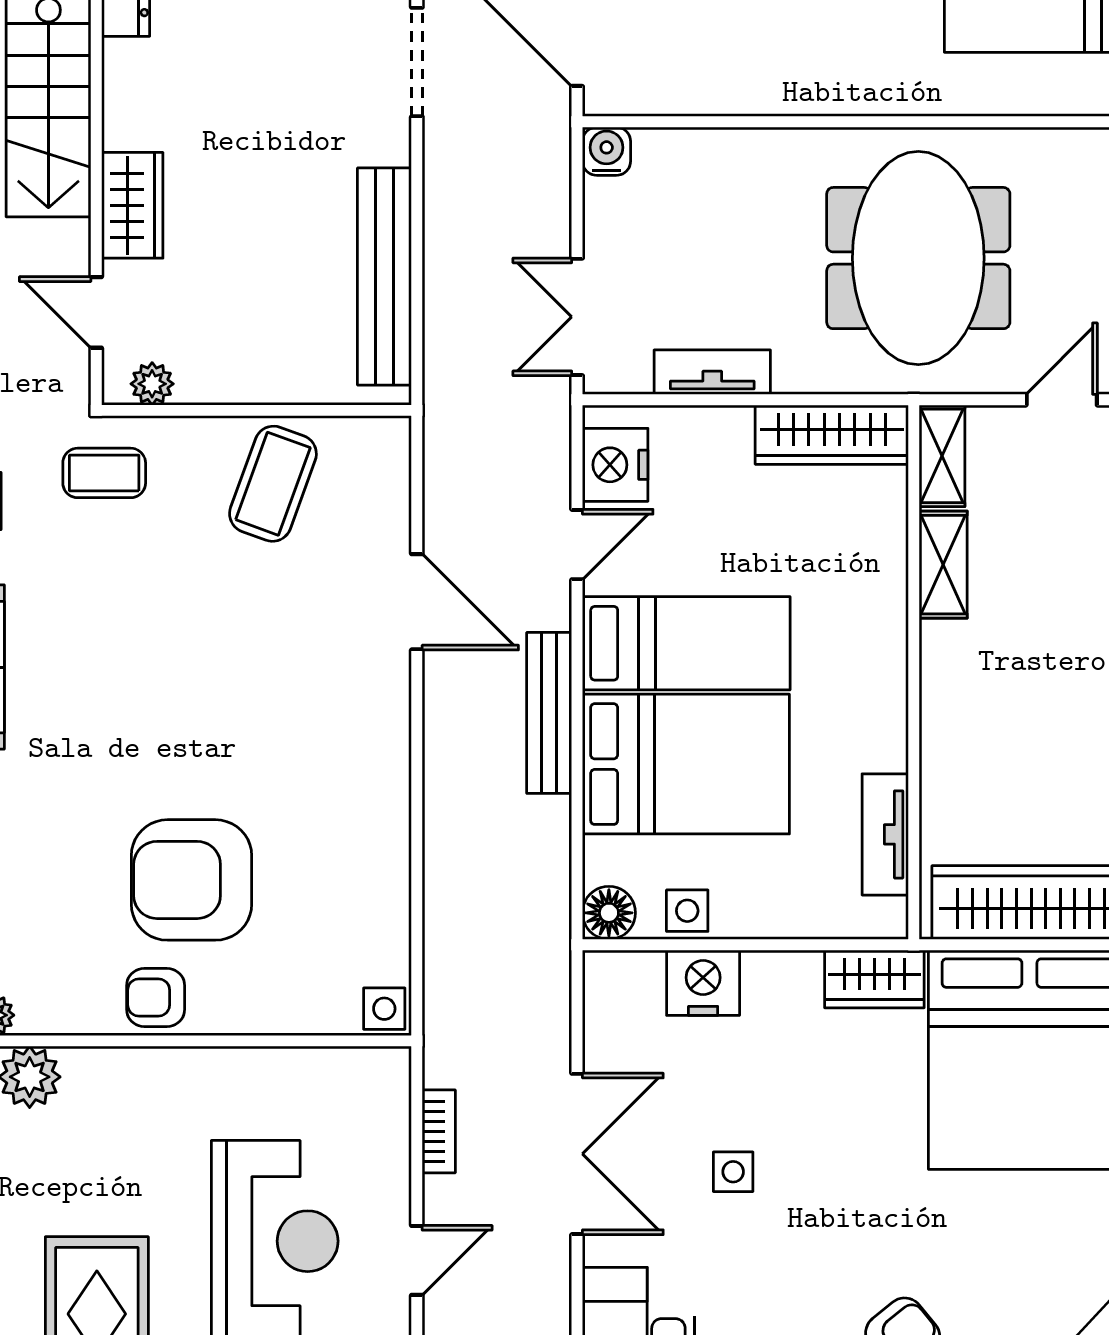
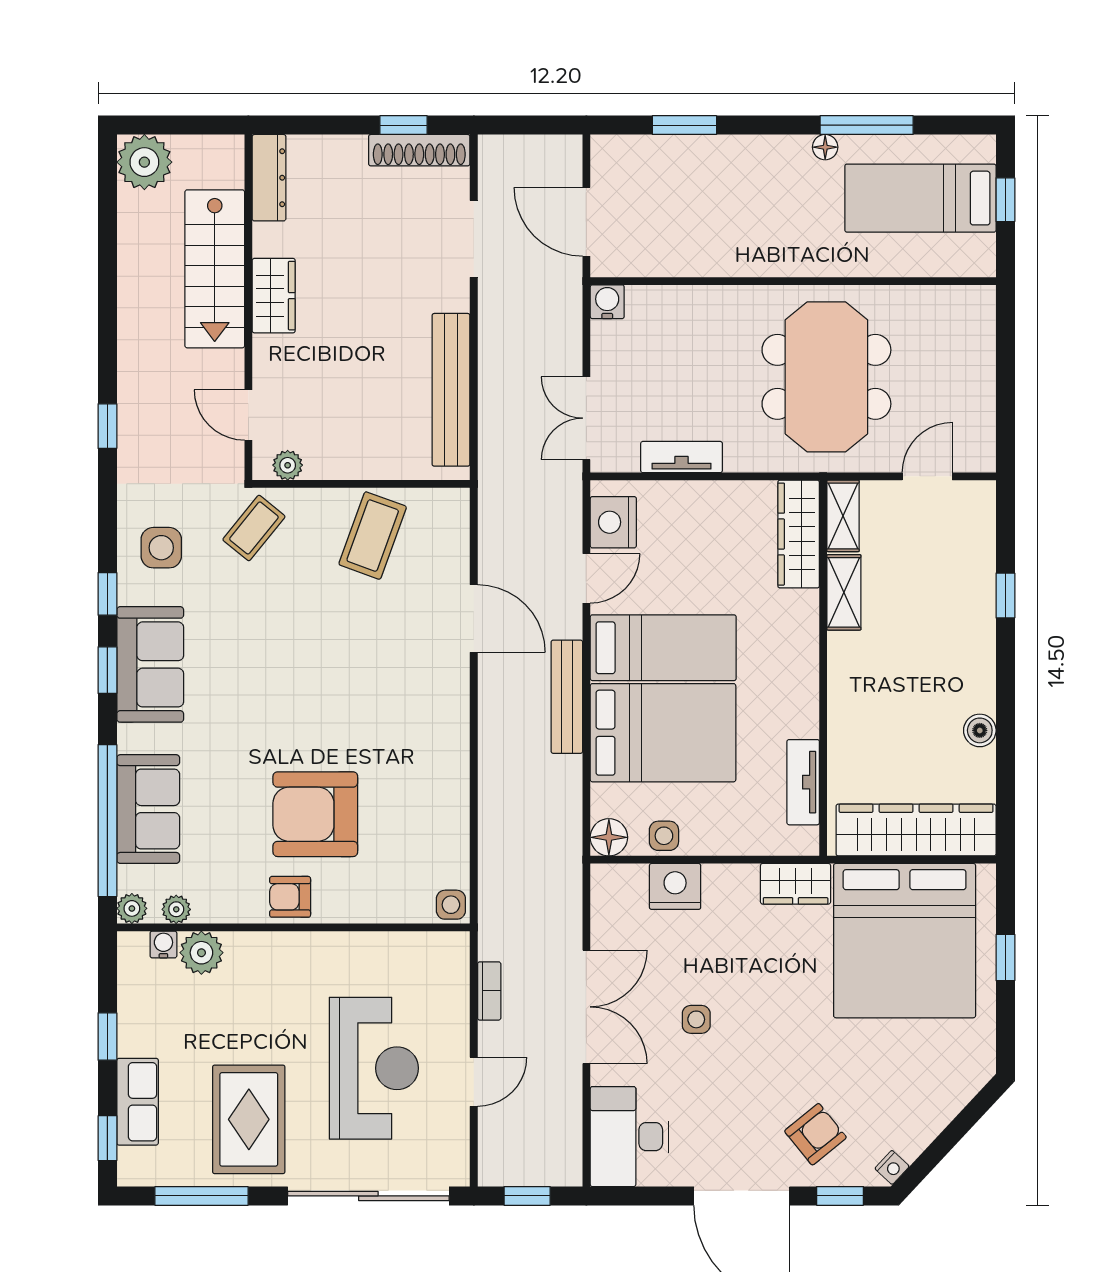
wardrobe: (132, 205) -> (274, 296), moved
wardrobe: (832, 435) -> (799, 534), moved, turned 90
coffee table: (104, 473) -> (254, 528), turned -51

